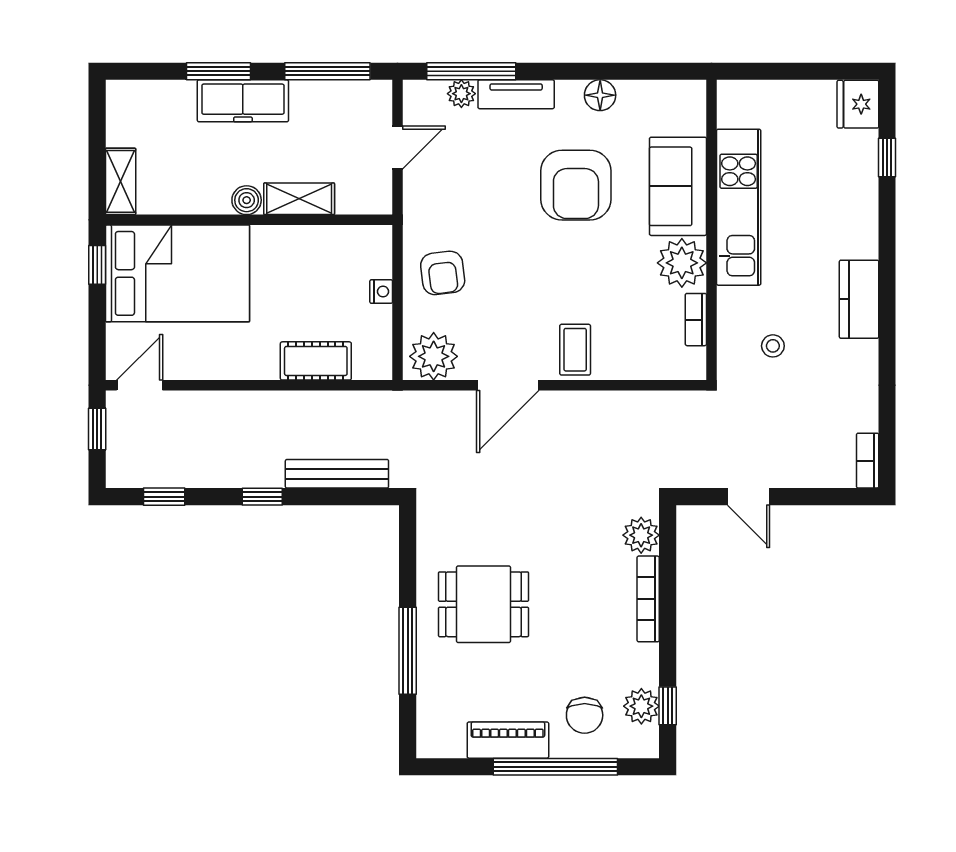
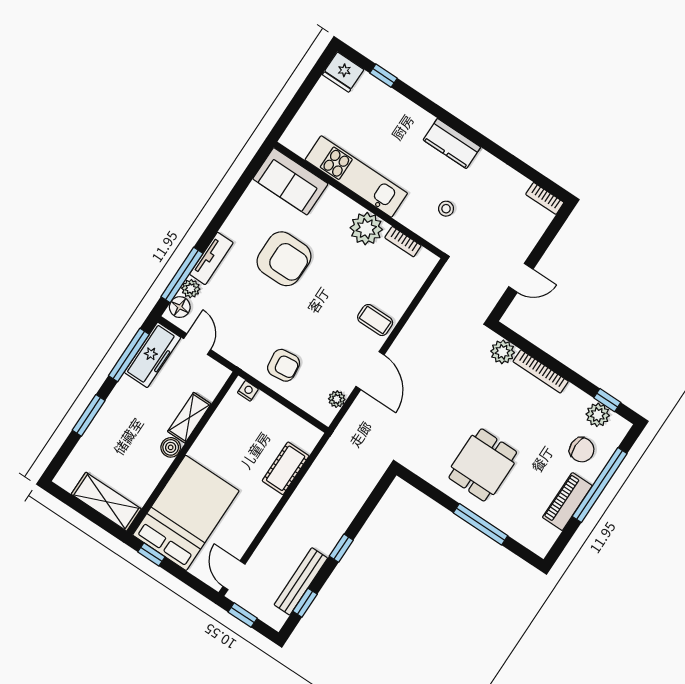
floor lamp: (600, 95) -> (180, 307), moved
freezer: (243, 101) -> (153, 355), moved
shelving: (121, 181) -> (106, 502), width x1.50, depth x1.33
sofa: (678, 186) -> (290, 181), moved
nightstand: (381, 292) -> (248, 391), moved
plant: (434, 356) -> (337, 399), width x0.53, depth x0.53
bench: (337, 474) -> (301, 581), moved

